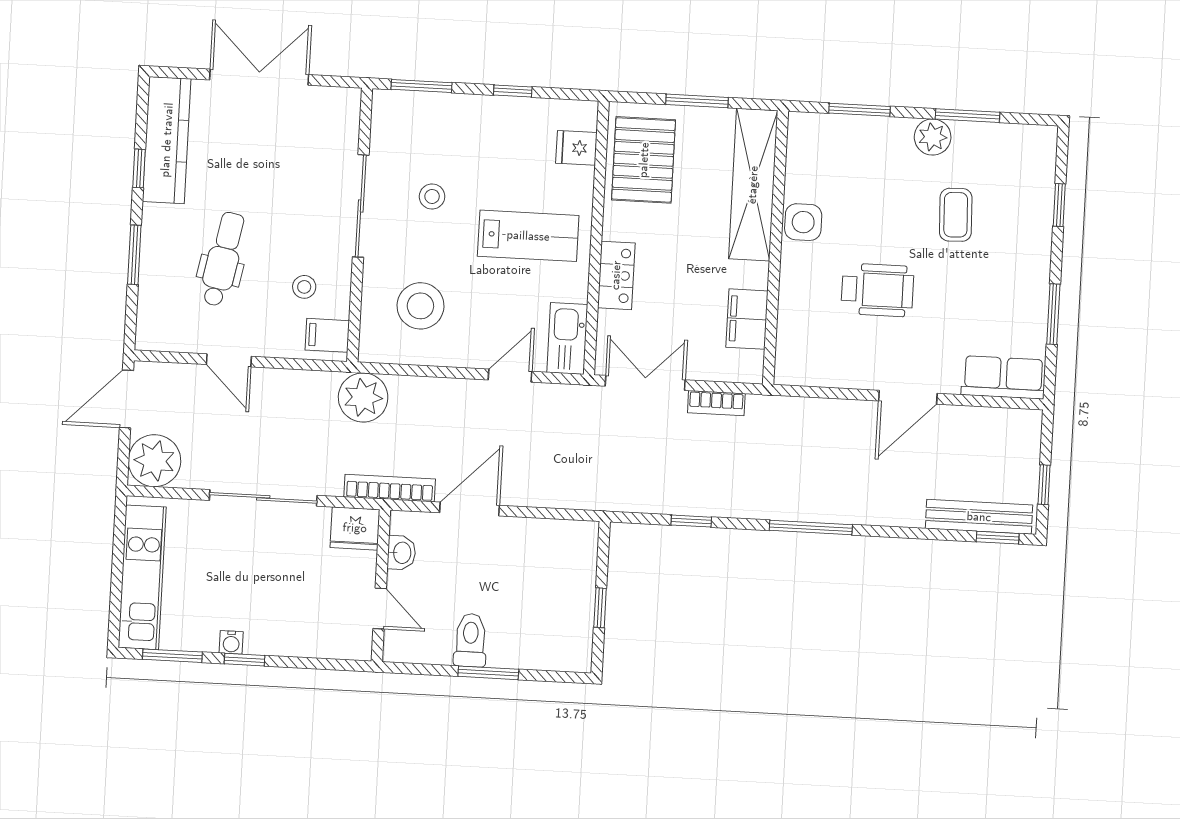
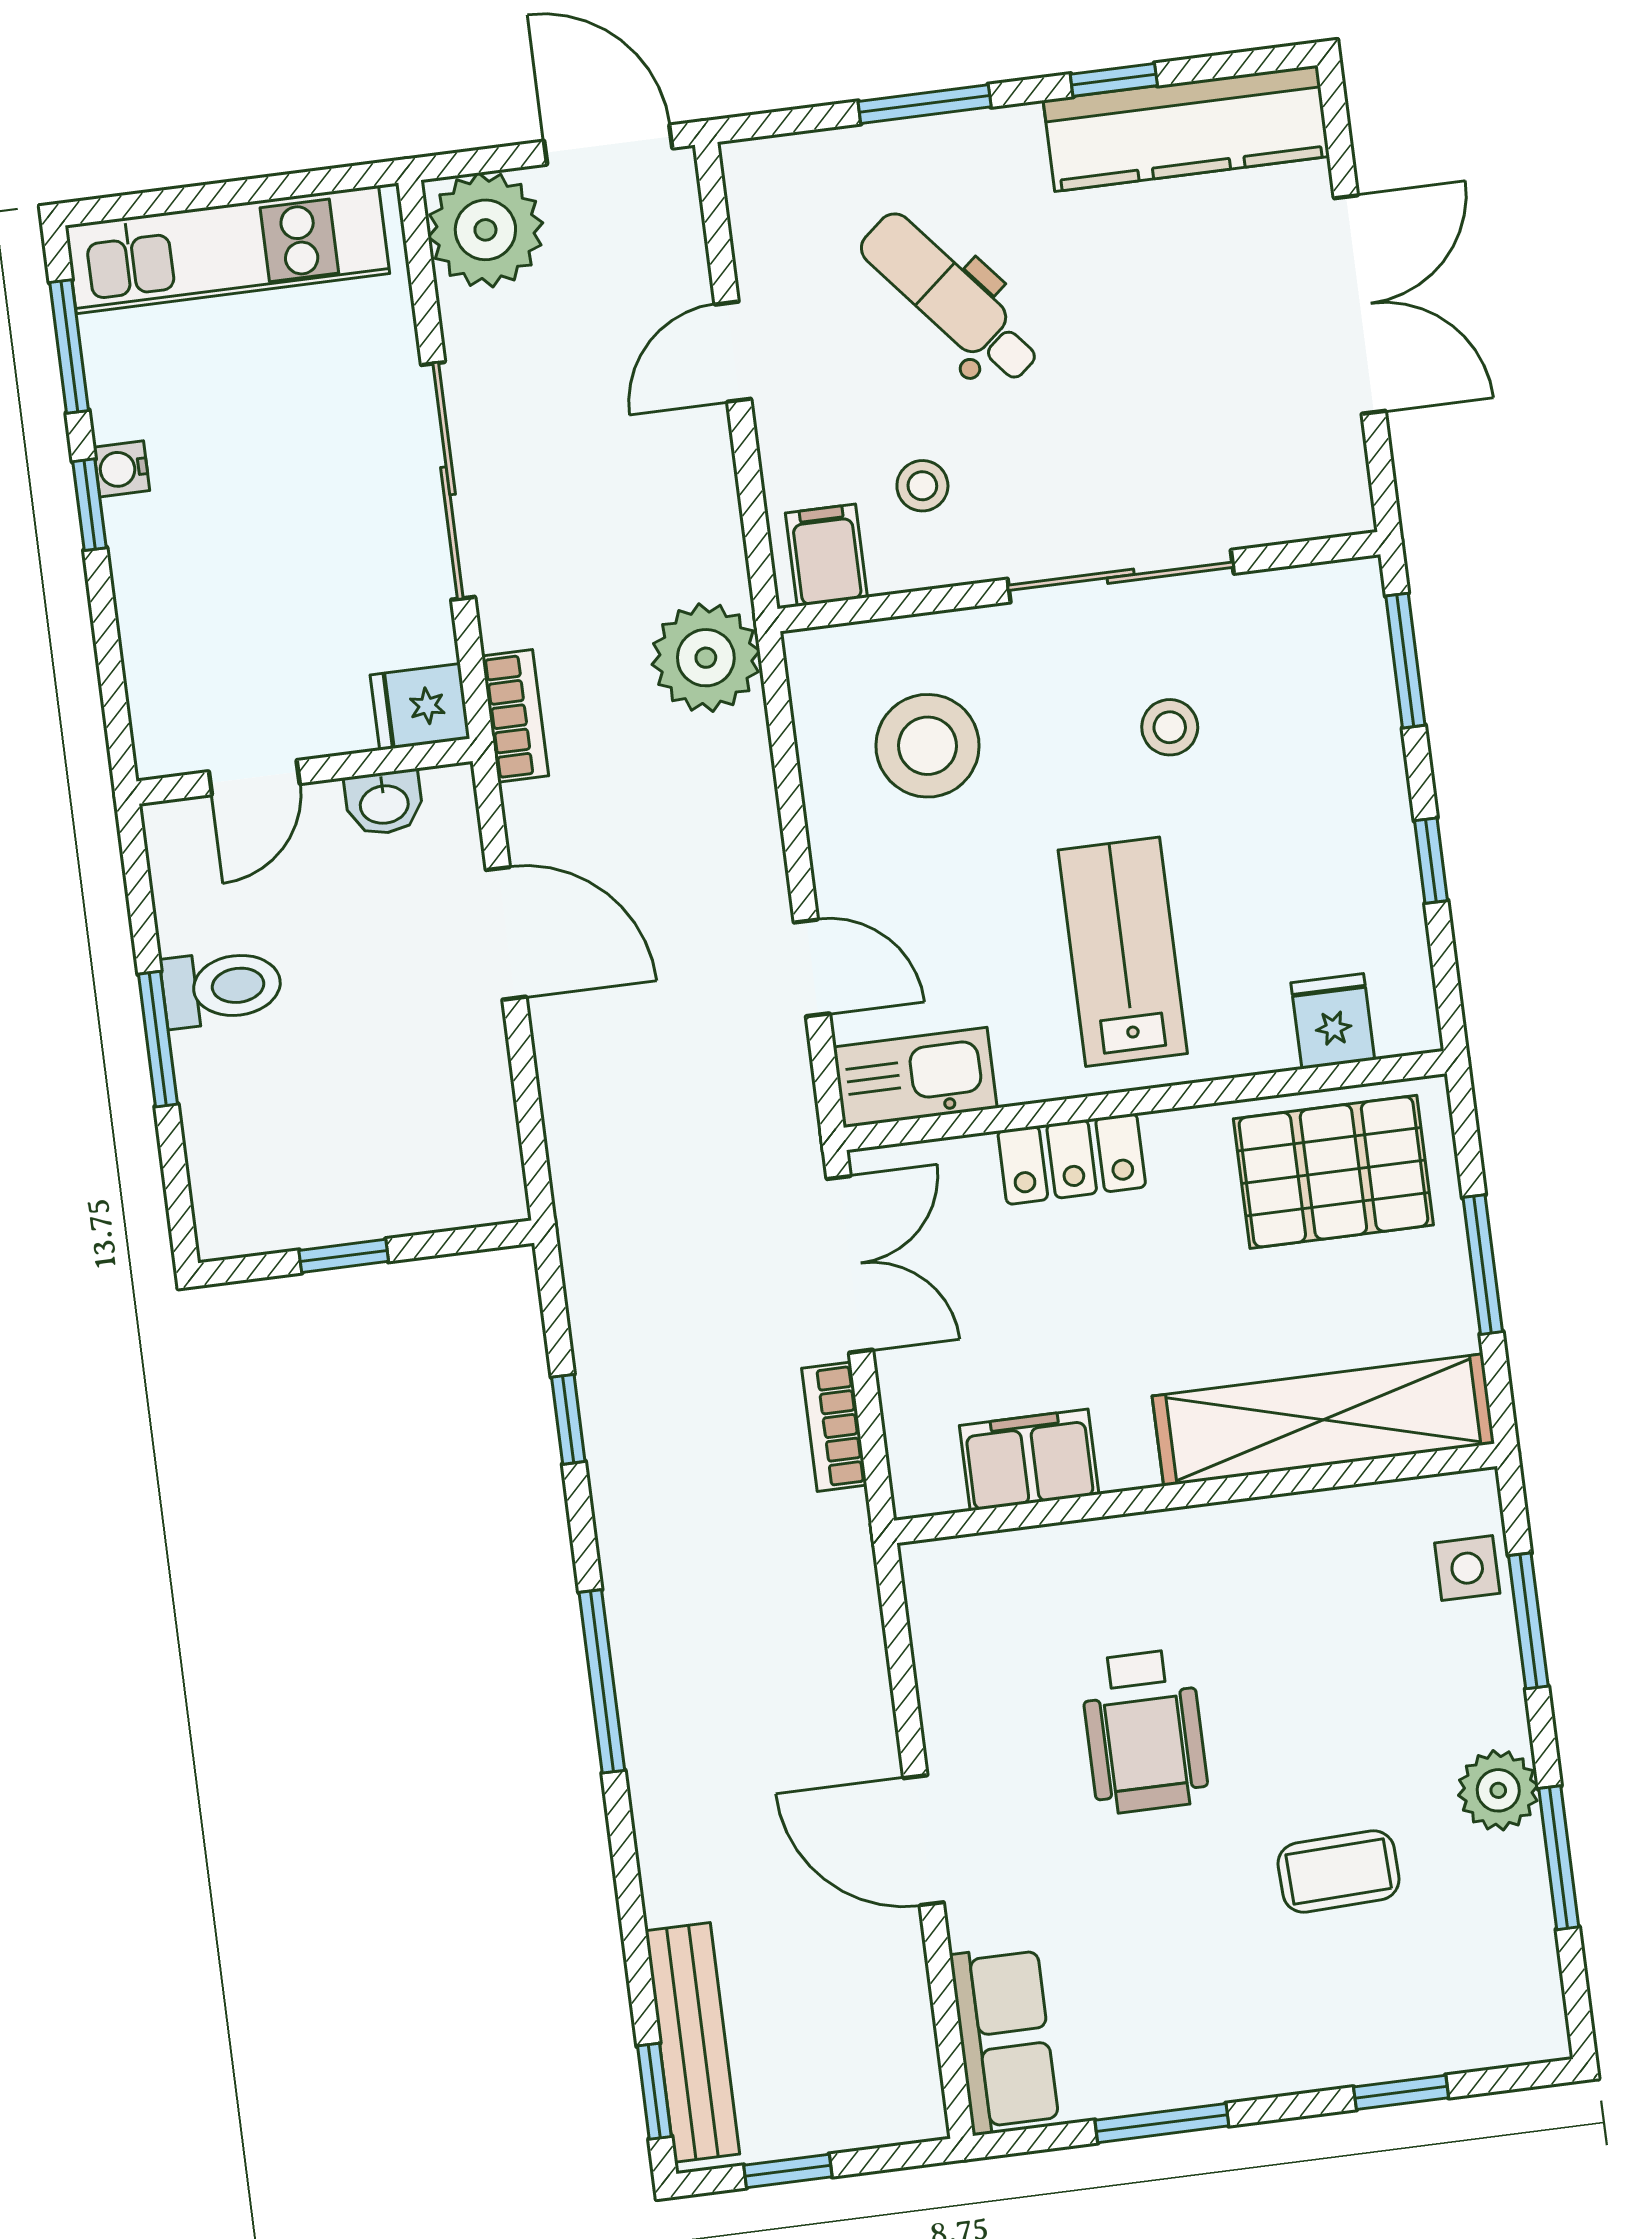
side table: (803, 222) -> (1467, 1568), moved, width x0.73, depth x0.73
lab bench: (528, 236) -> (1123, 952), turned 180
dental chair: (223, 259) -> (950, 298), turned -141
bookcase: (390, 488) -> (515, 716), width x0.64
fridge: (355, 528) -> (420, 707), width x0.72

